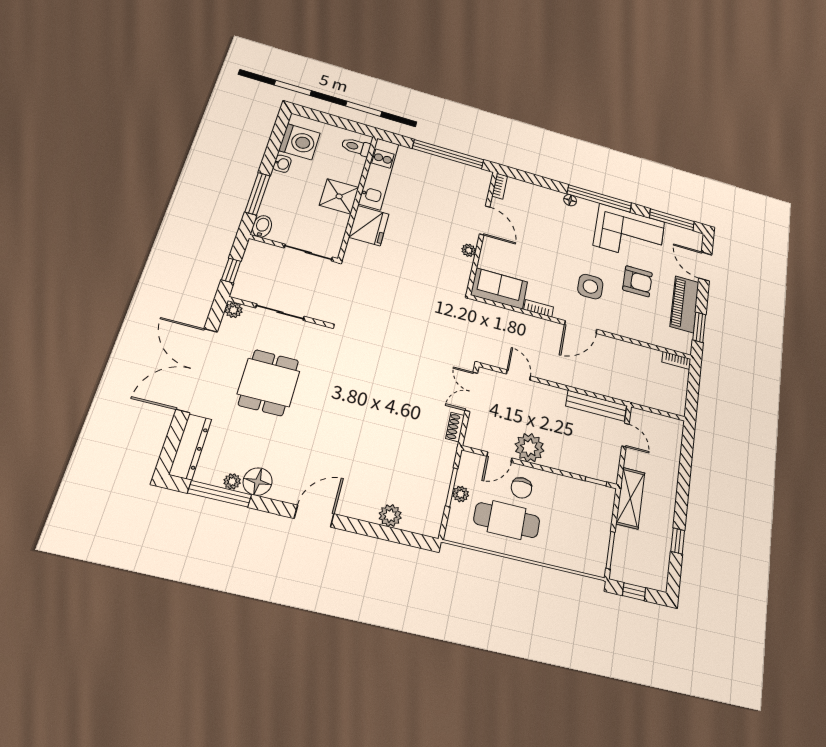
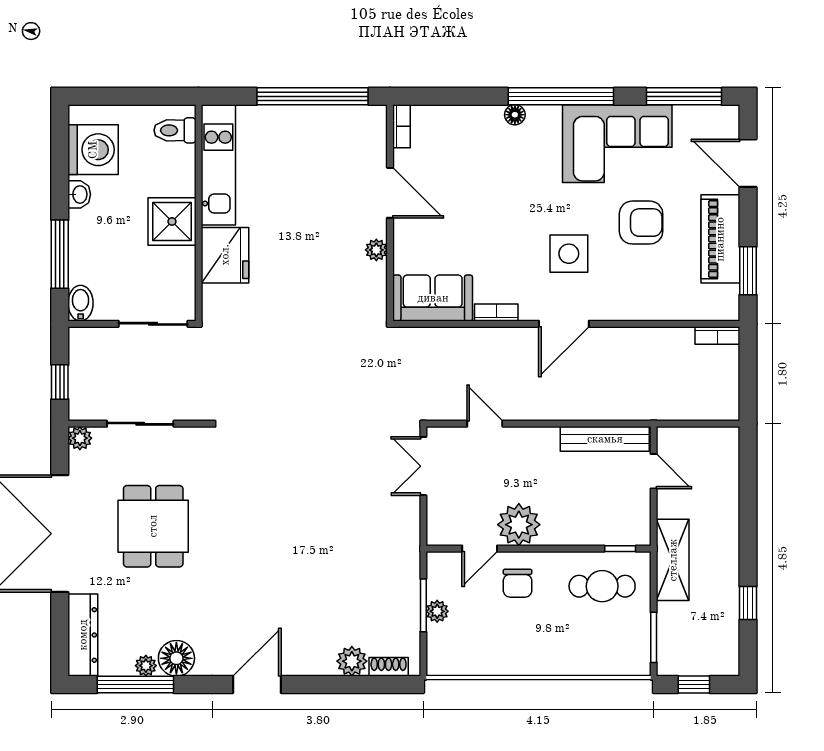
shoe rack: (455, 427) -> (389, 667), moved, turned 90
cafe table: (507, 520) -> (602, 586), moved, width x0.73, depth x0.74

